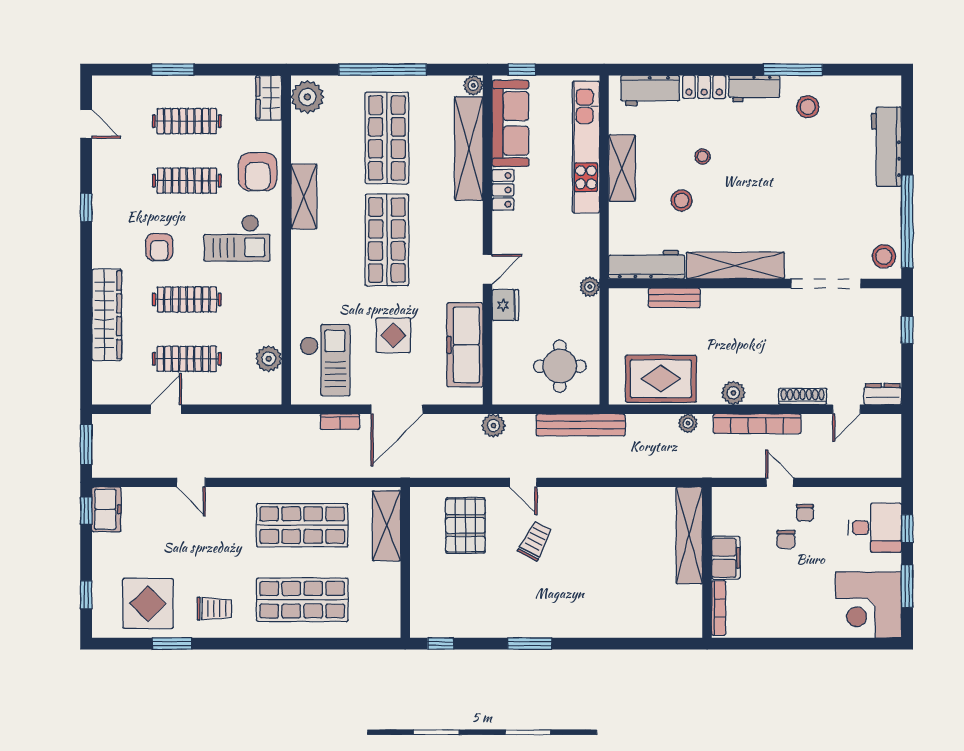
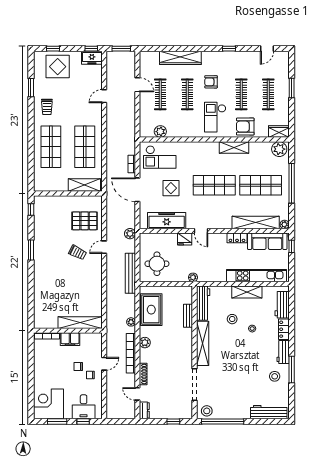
workbench: (886, 147) -> (269, 412), moved
display table: (148, 604) -> (58, 67), moved

